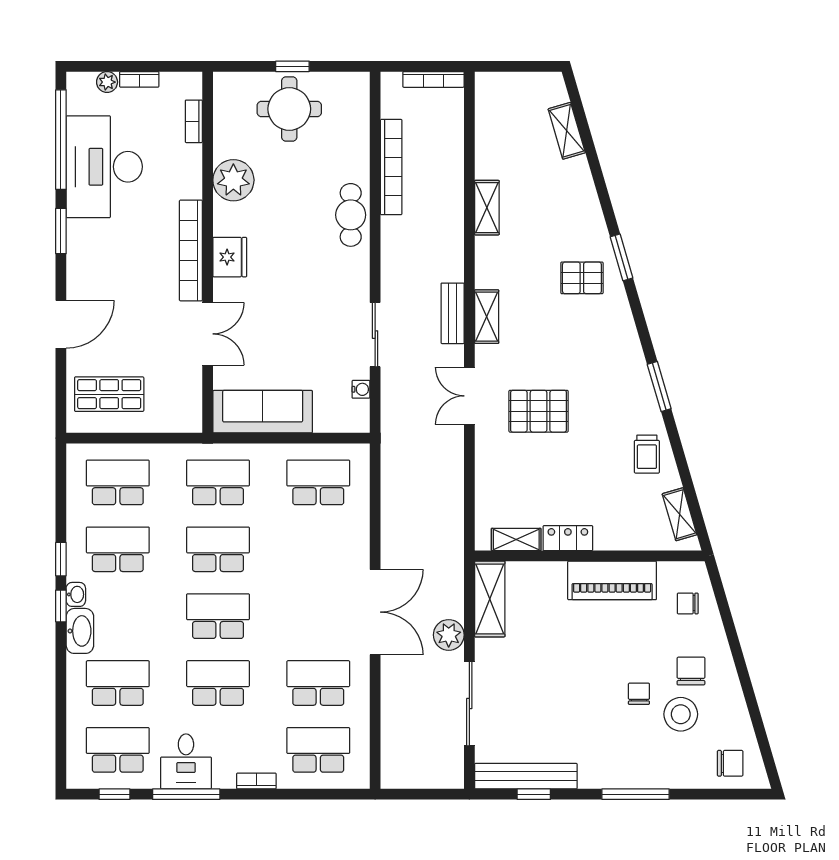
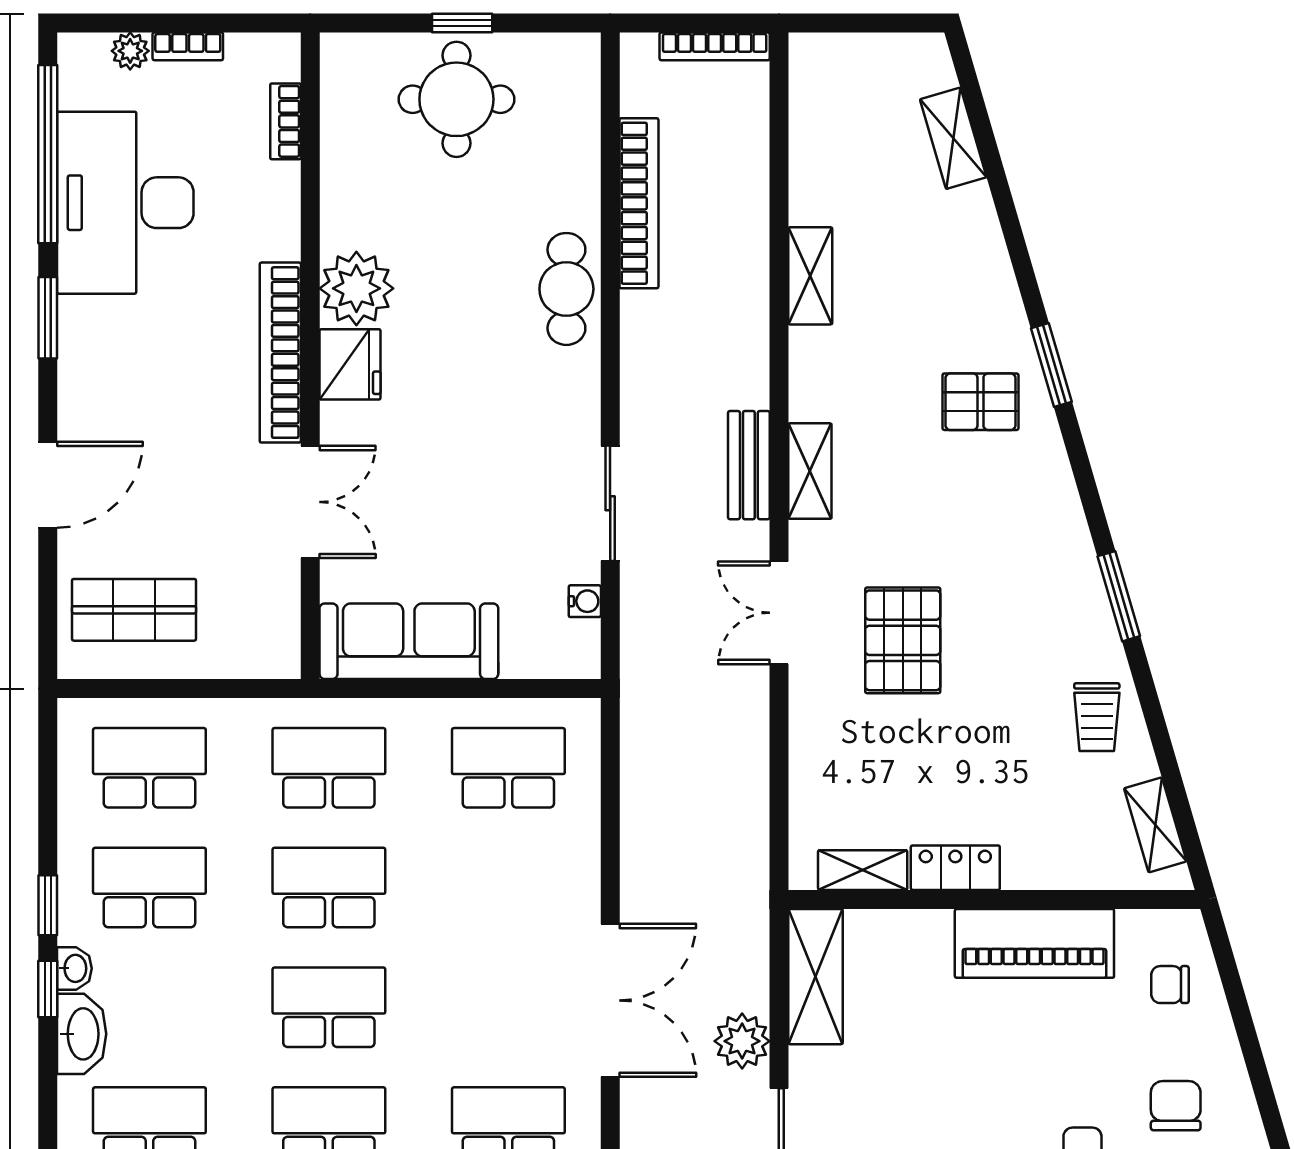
plant: (233, 180) -> (356, 288), moved
pallet: (539, 411) -> (903, 640), turned 90

